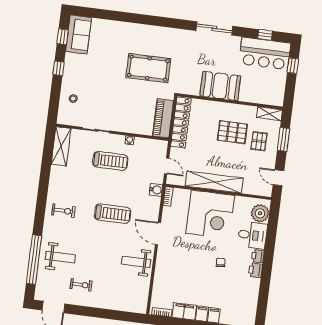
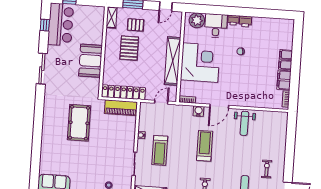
treadmill: (110, 161) -> (160, 150), turned 180
water cooler: (156, 190) -> (198, 111), moved

